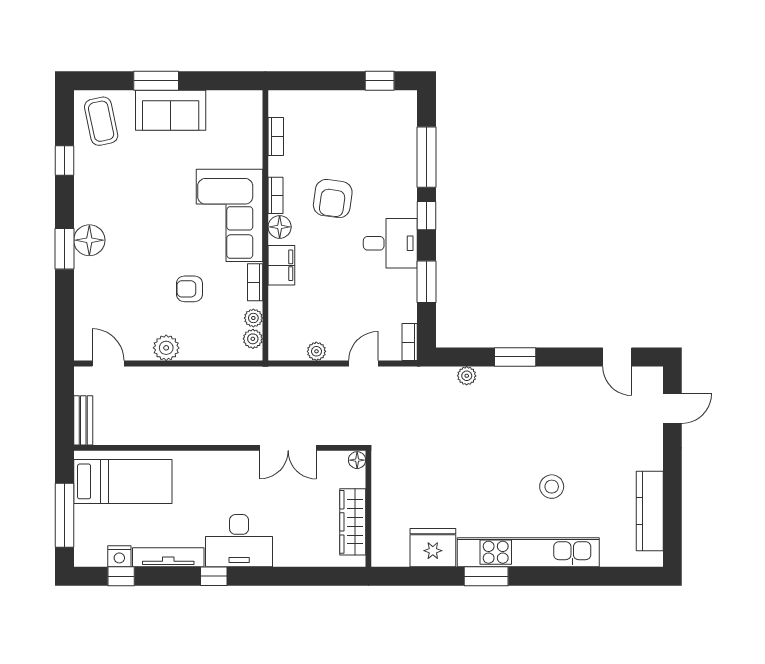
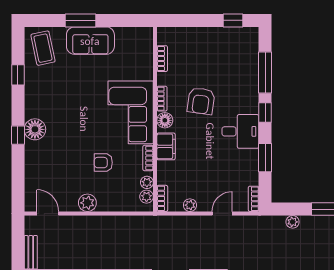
window: (64, 249) -> (18, 135), width x0.67
bookcase: (276, 341) -> (162, 198), added

